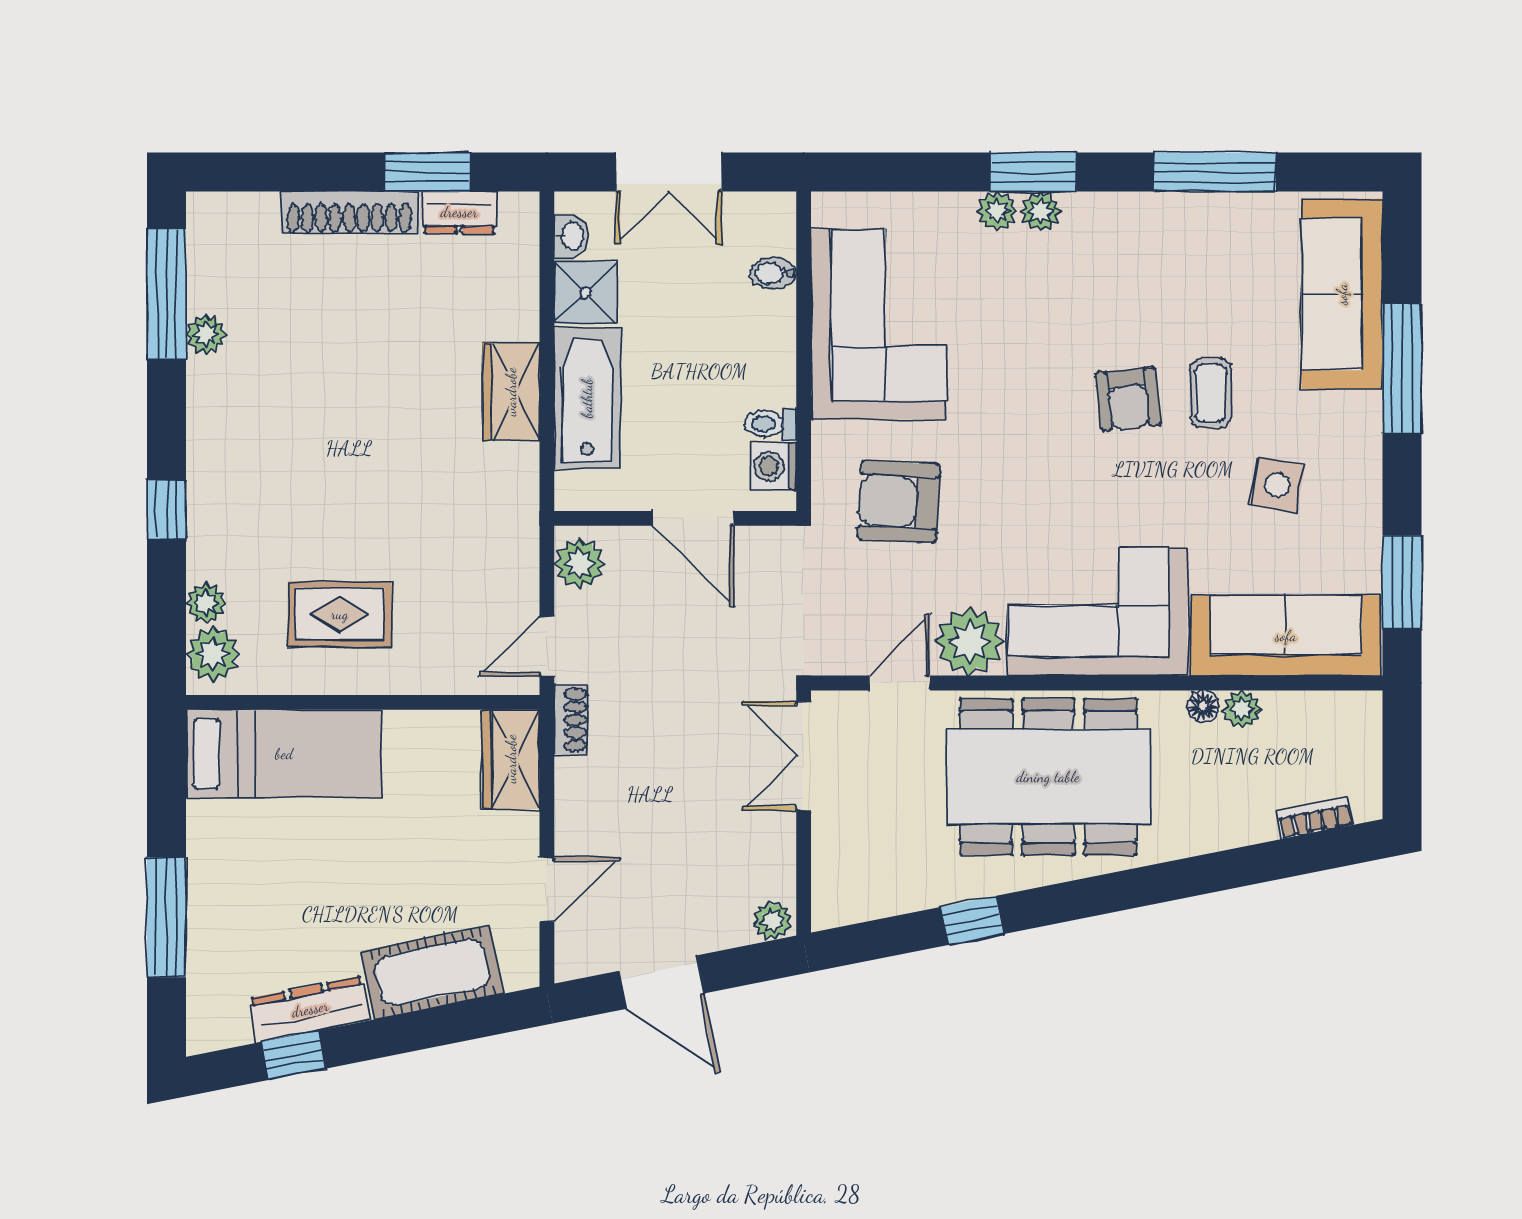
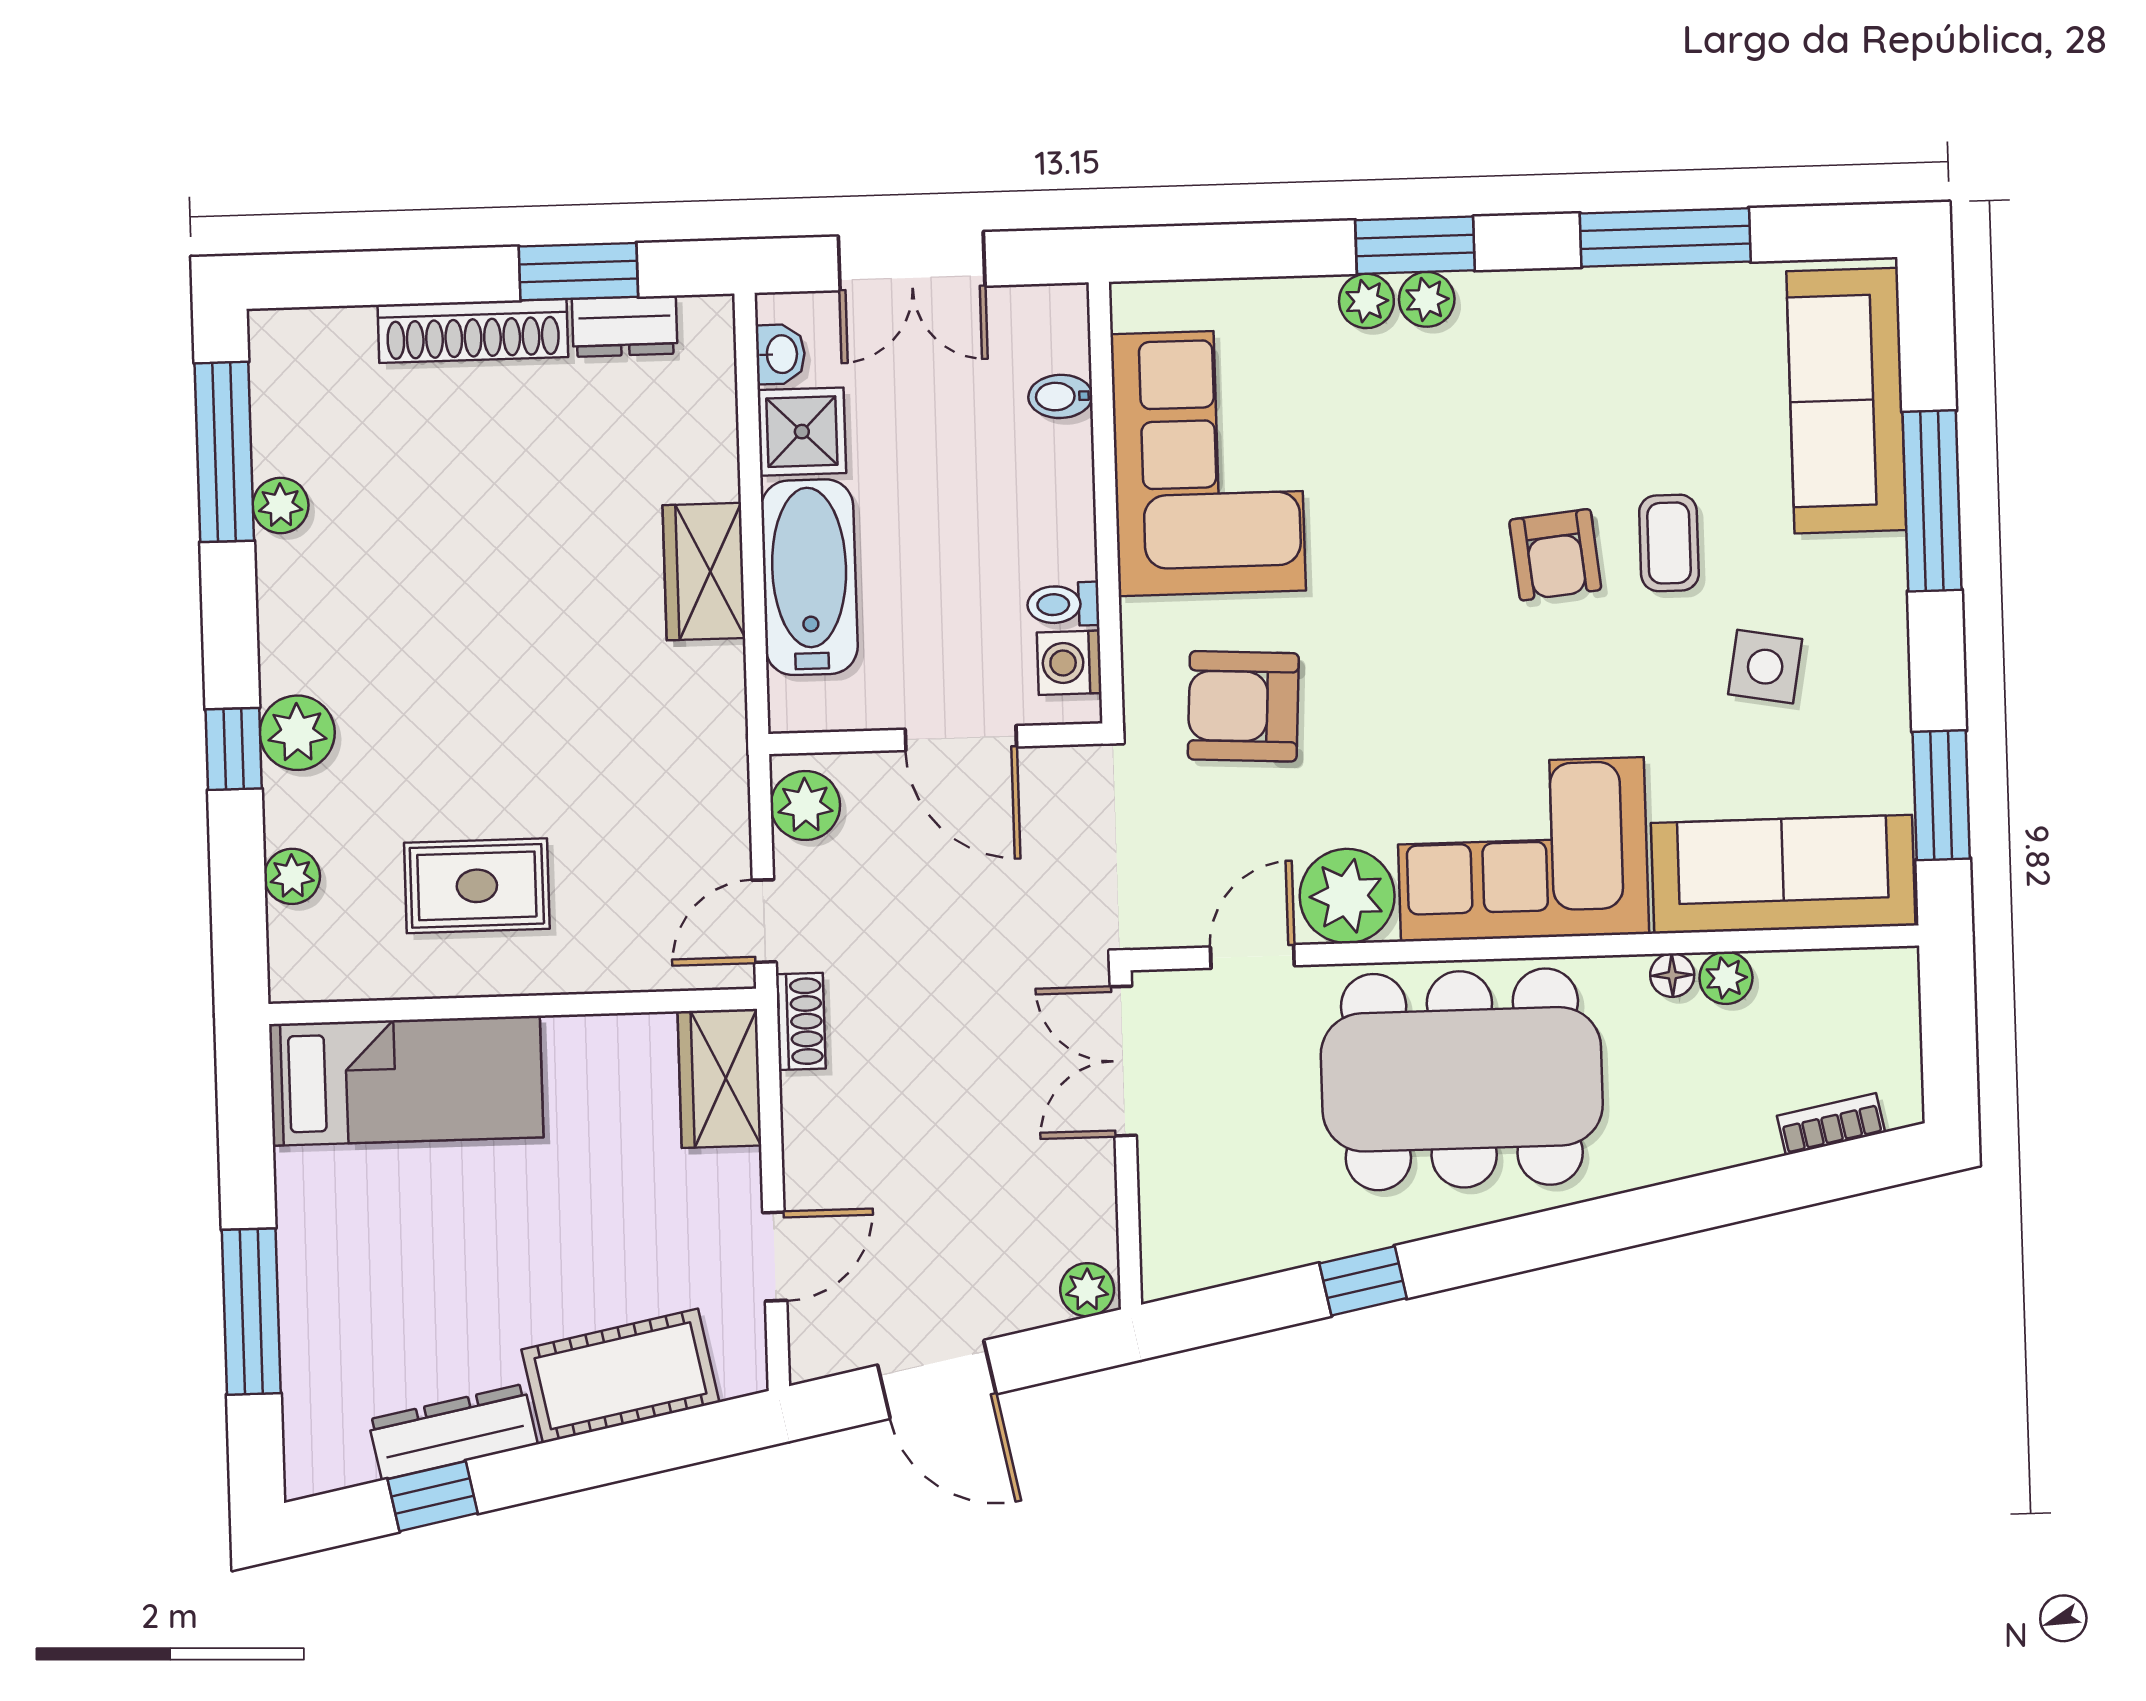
plant: (213, 654) -> (297, 733), moved

